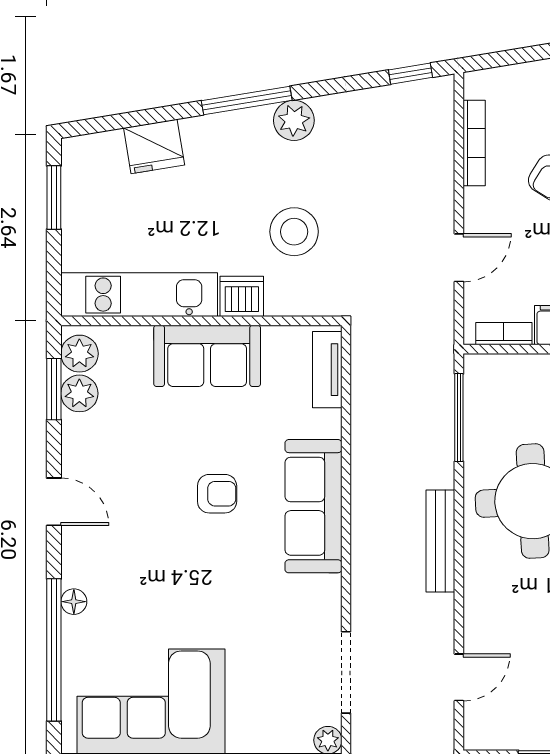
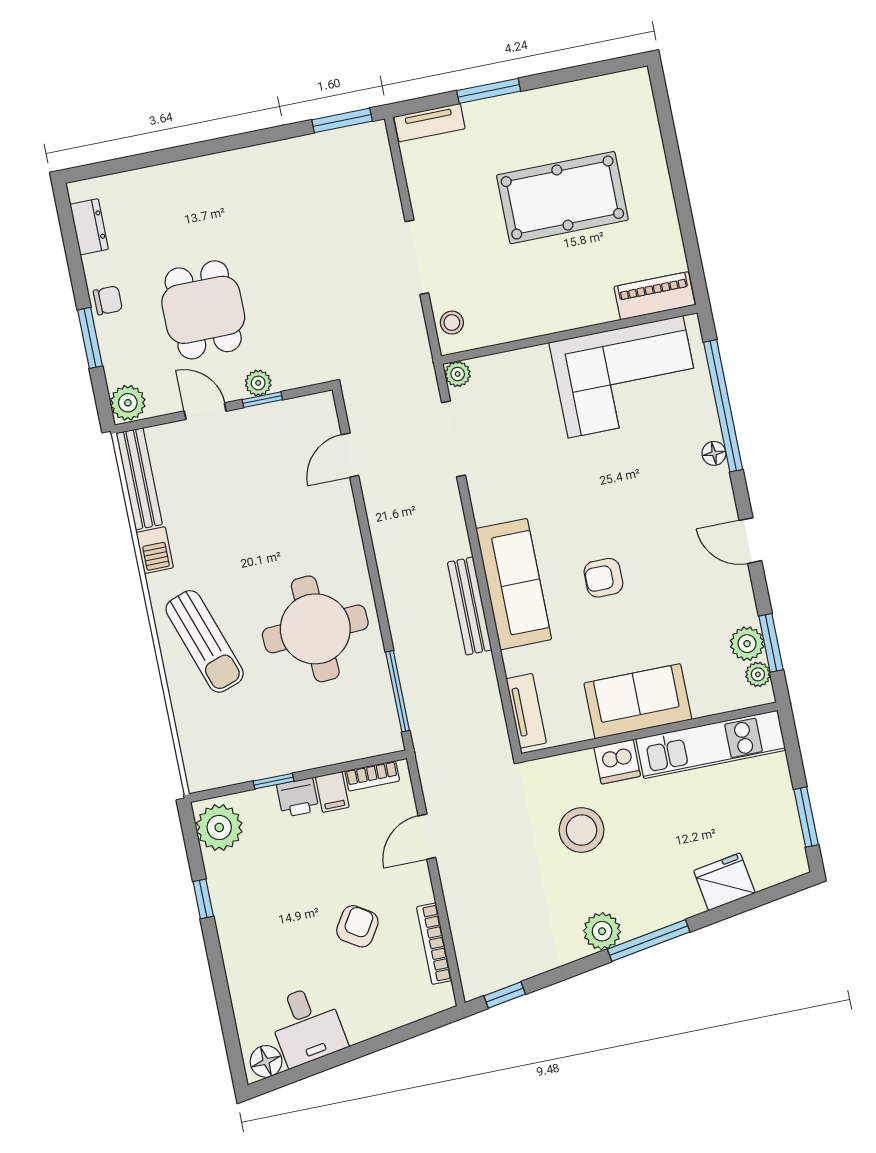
plant: (79, 354) -> (758, 674), width x0.73, depth x0.73
bench: (440, 541) -> (470, 606), moved

